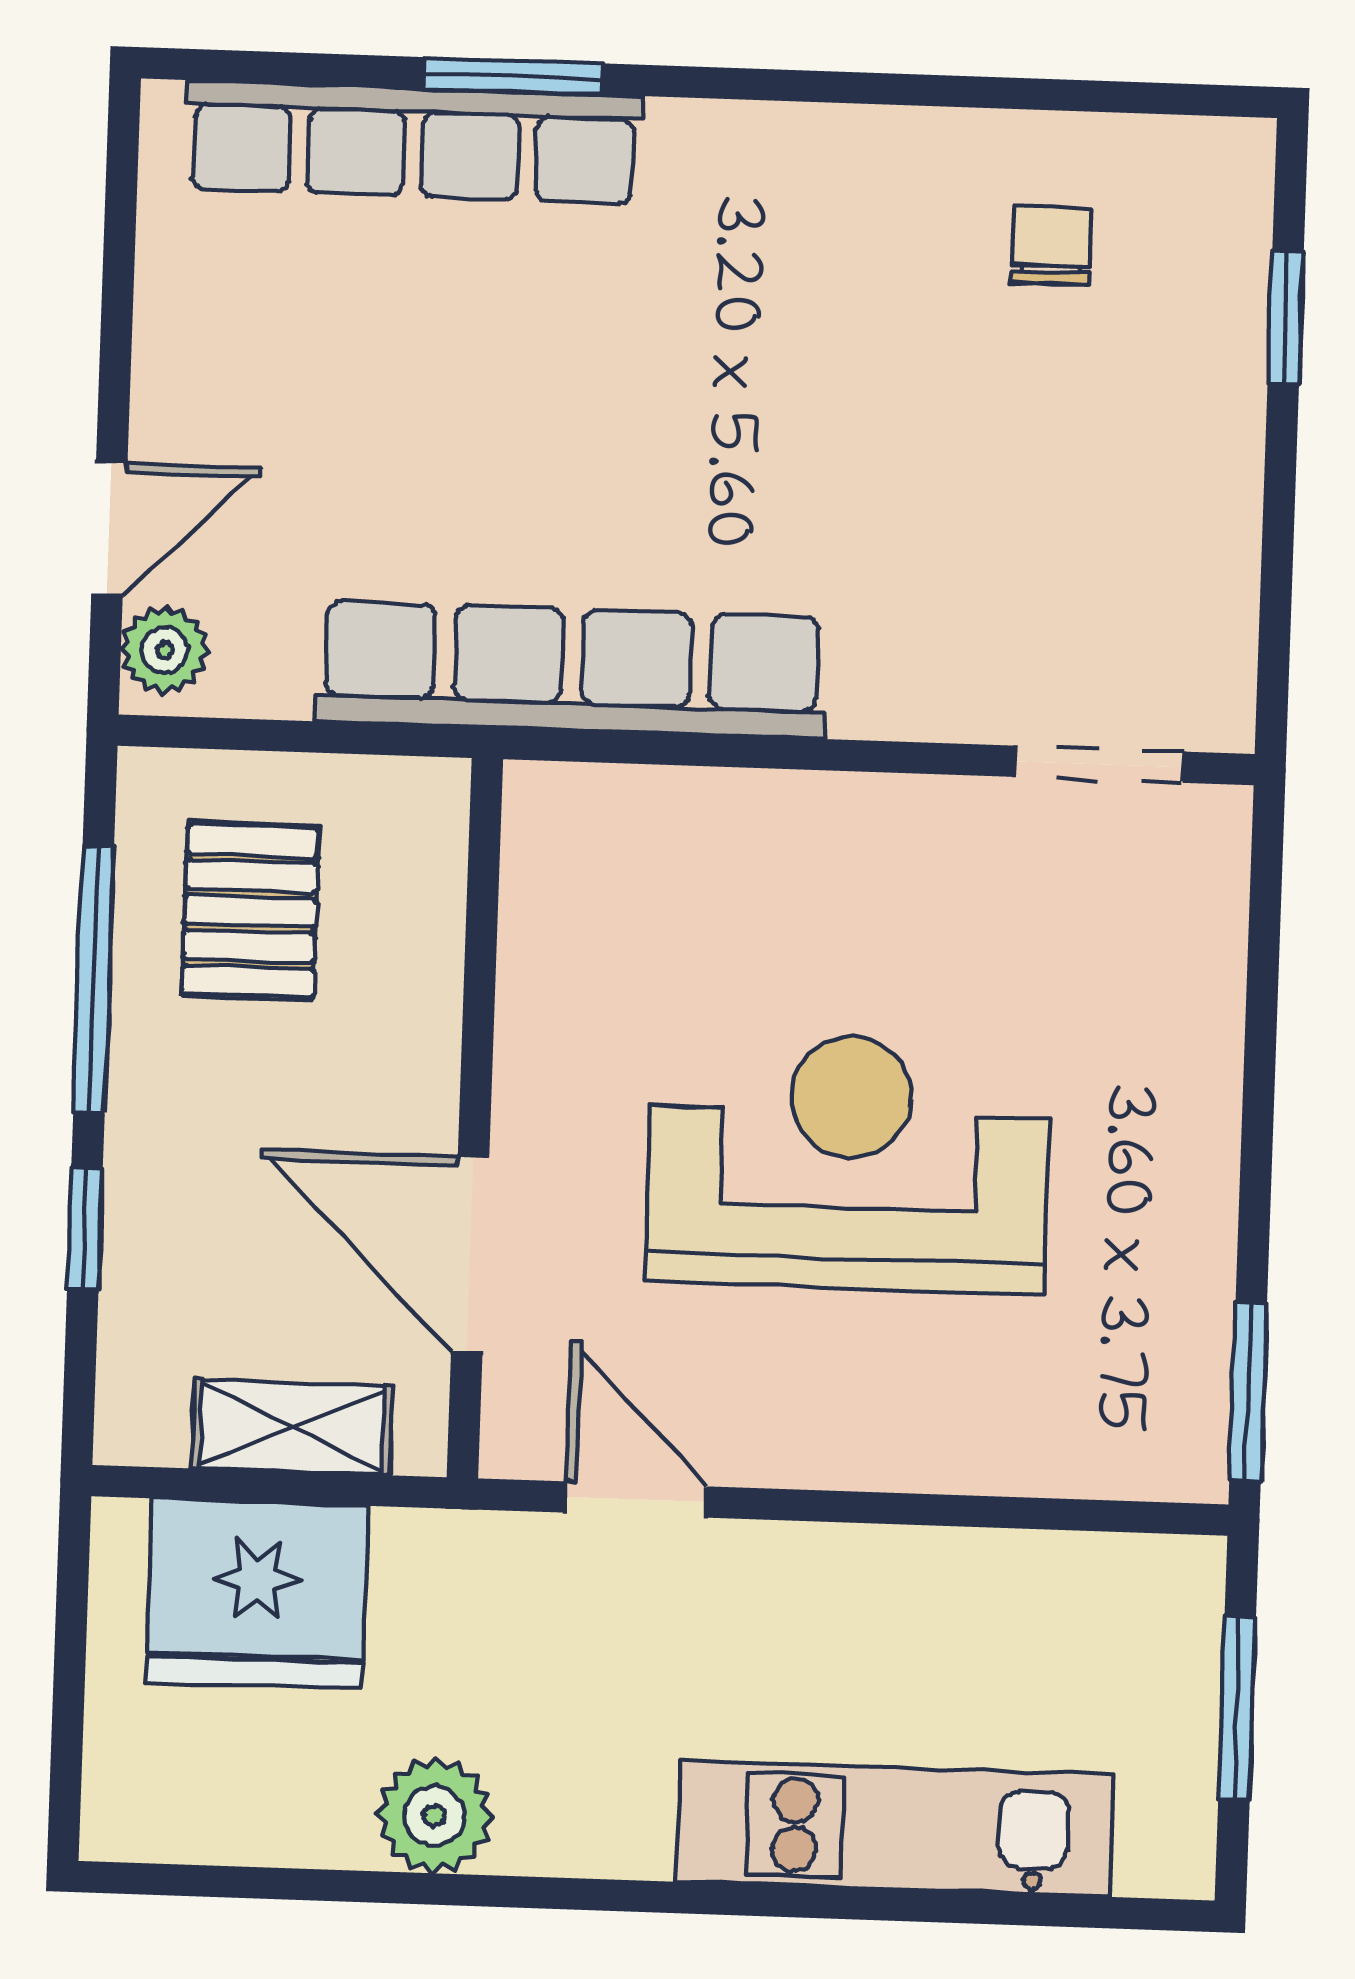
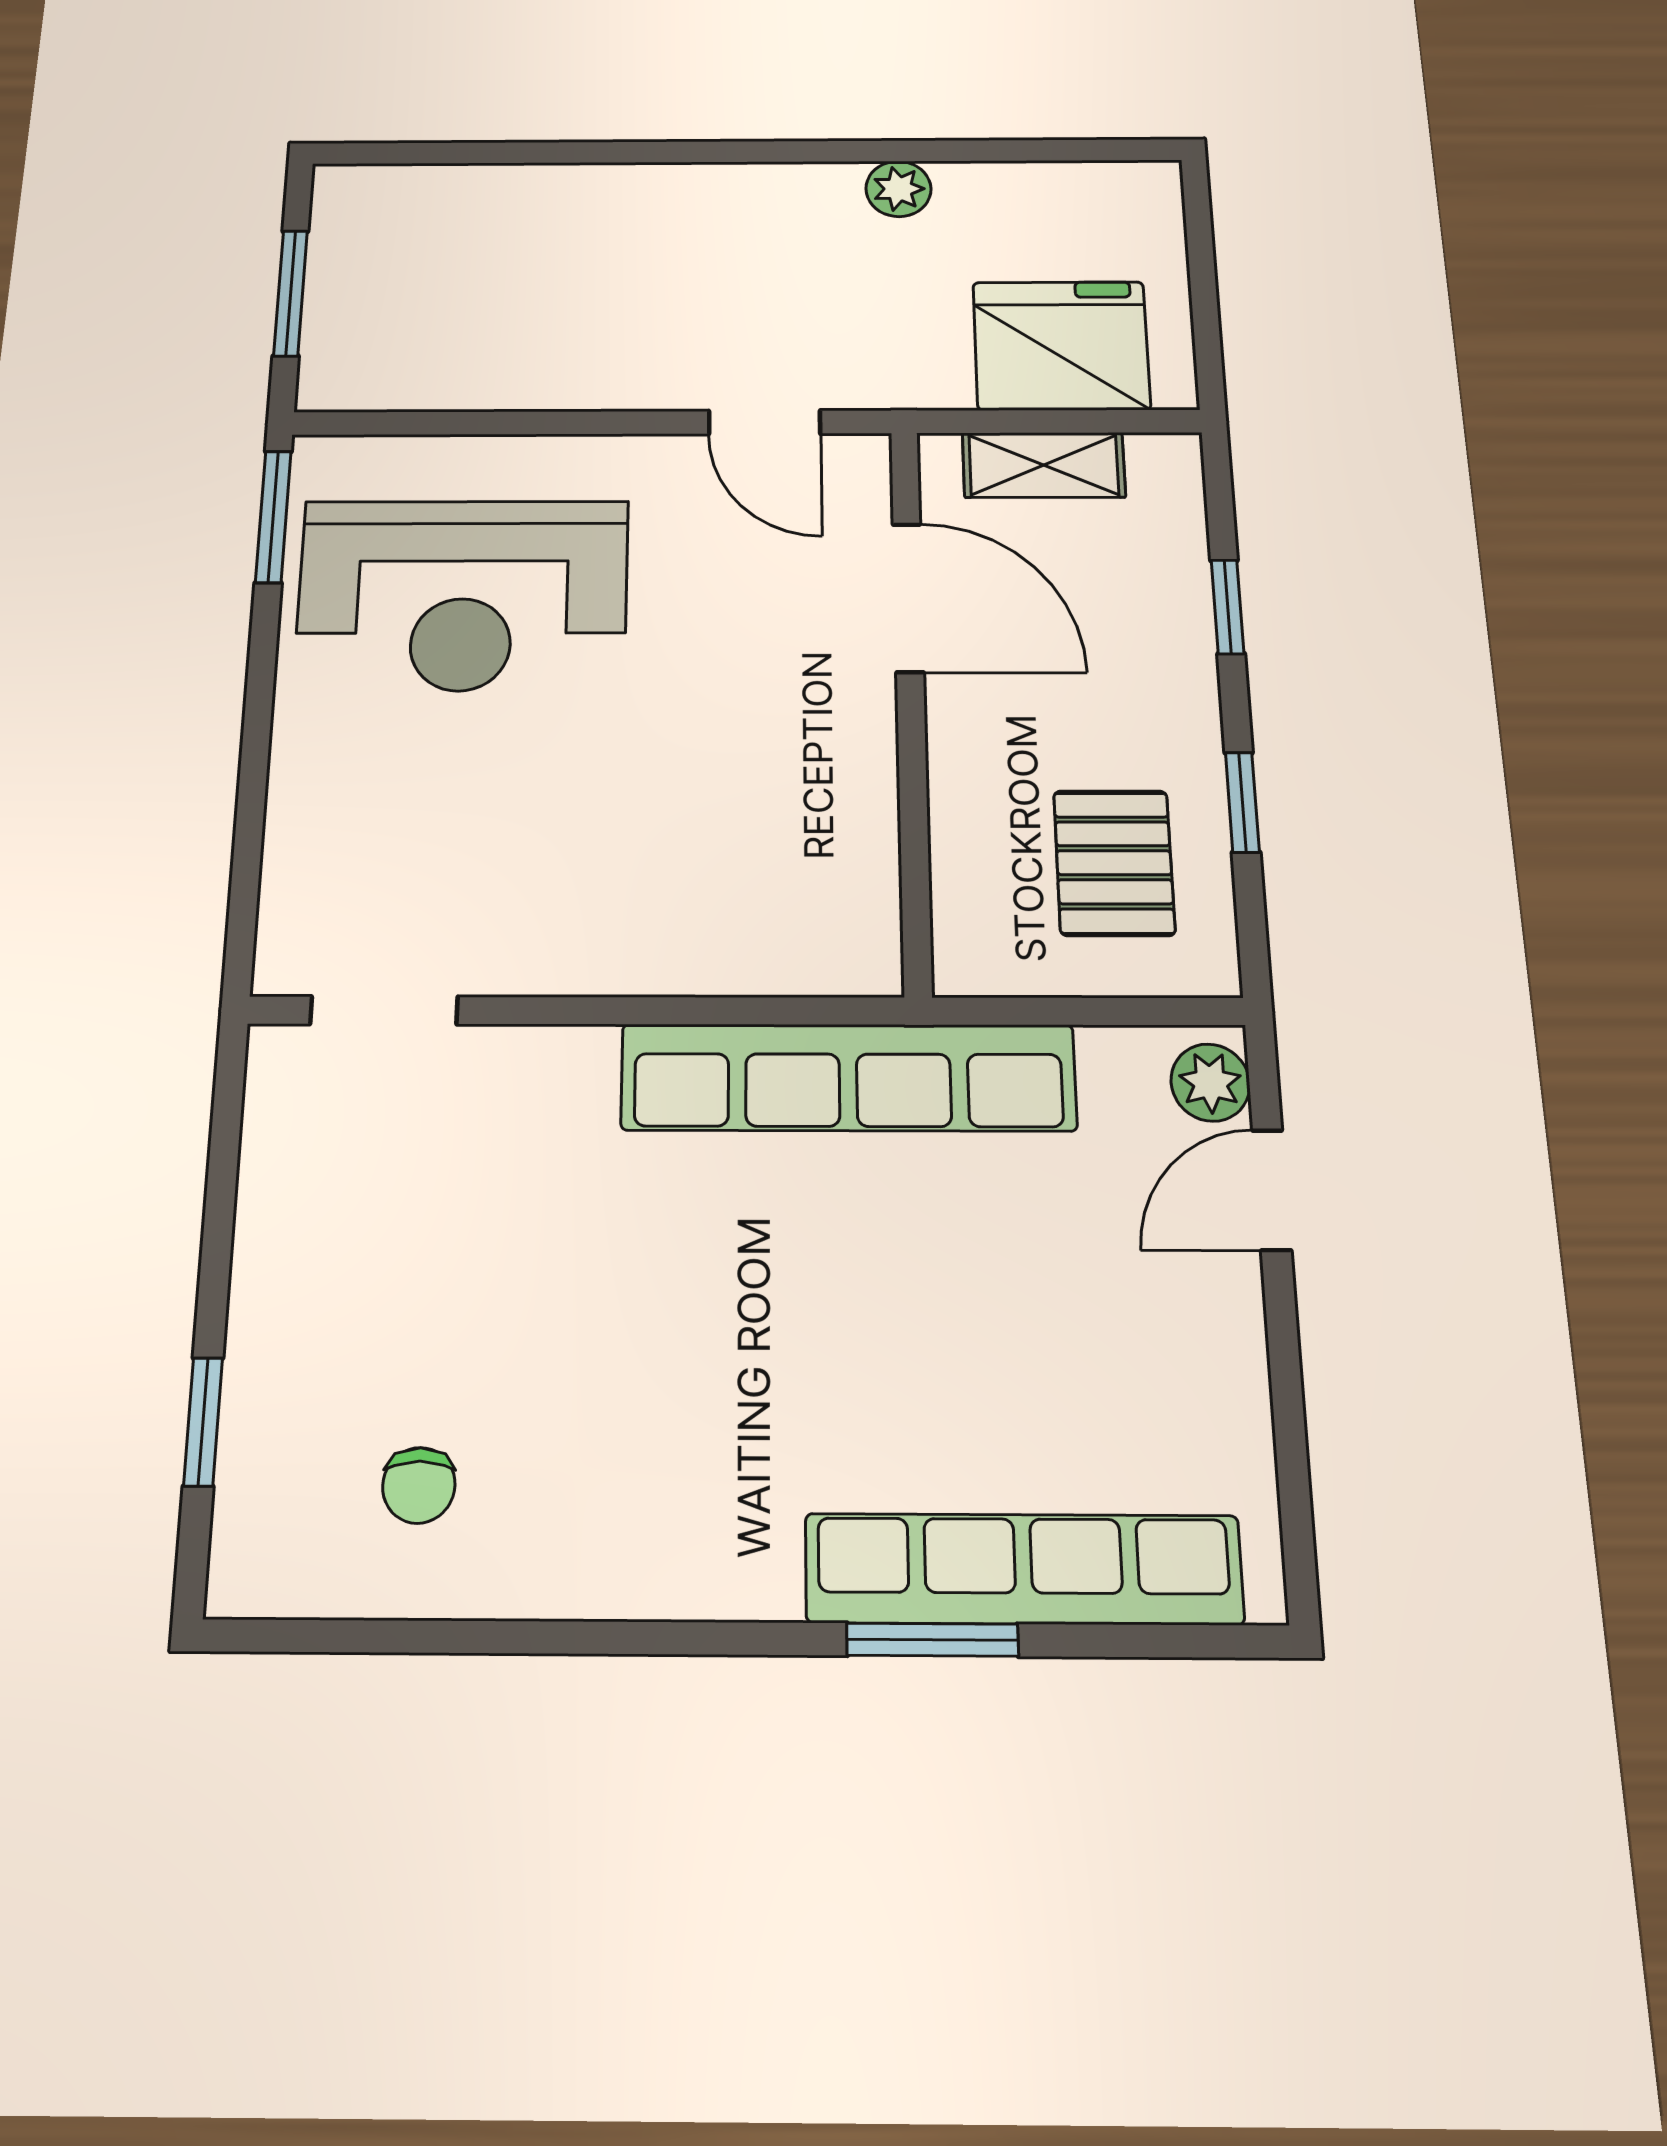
window: (94, 980) -> (1242, 802), width x0.46
reception desk: (849, 1163) -> (463, 595), moved
plant: (434, 1816) -> (898, 189), width x0.73, depth x0.73
kitchen unit: (895, 1828) -> (556, 203), removed

